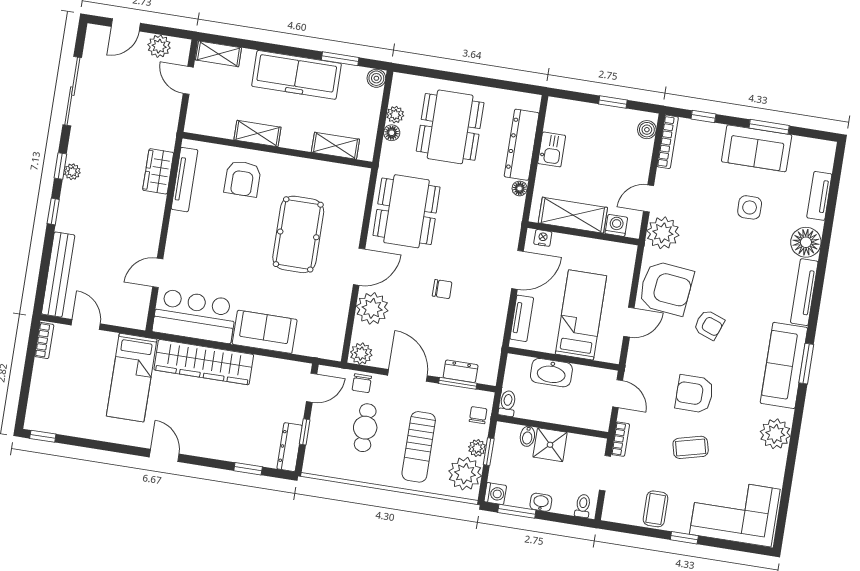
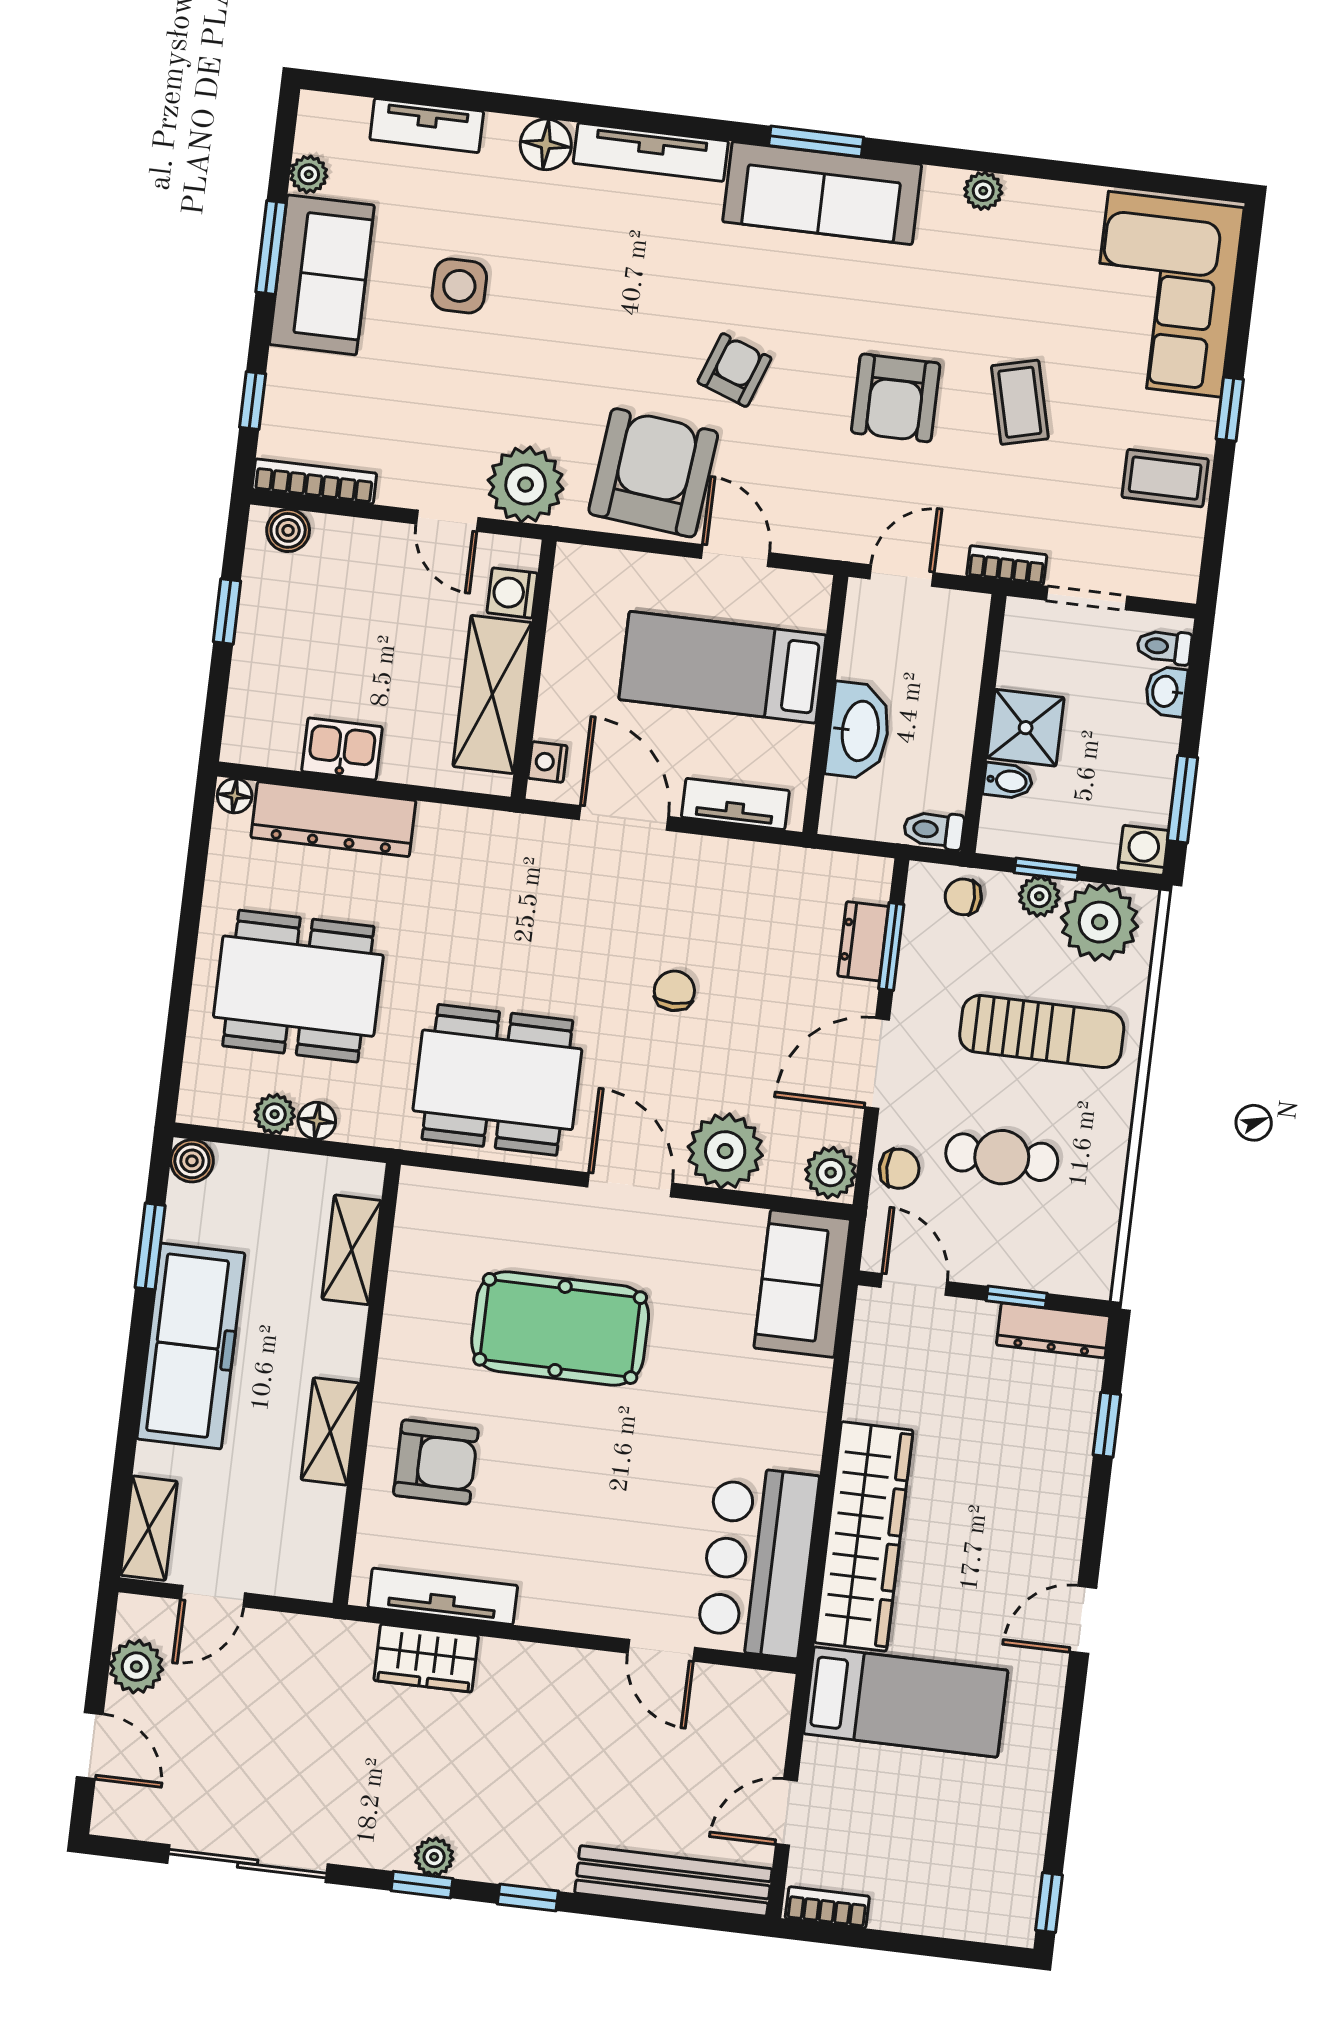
plant: (800, 144) -> (309, 174), added
floor lamp: (520, 188) -> (235, 796), moved
floor lamp: (806, 242) -> (546, 144), width x0.73, depth x0.73
sofa: (265, 332) -> (802, 1284), moved
plant: (775, 434) -> (983, 191), width x0.53, depth x0.53
washbasin: (541, 502) -> (1166, 691), moved

